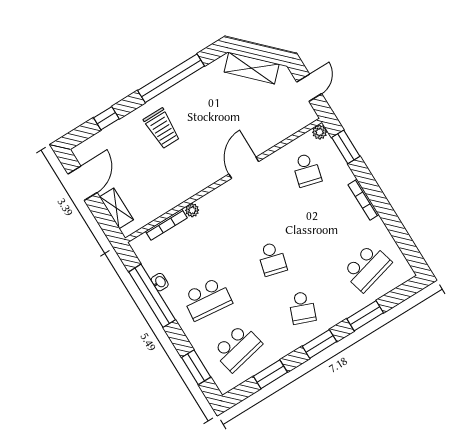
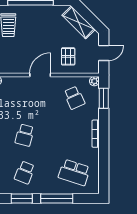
pallet: (265, 121) -> (68, 56), added
school desk: (307, 170) -> (74, 98), turned -39
school desk: (367, 268) -> (74, 173), turned 33
window: (365, 316) -> (57, 199), width x1.44

